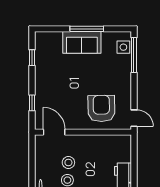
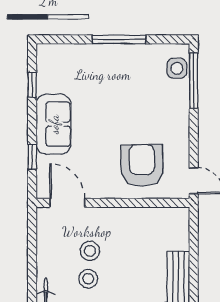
sofa: (82, 42) -> (54, 124), moved, turned -90

